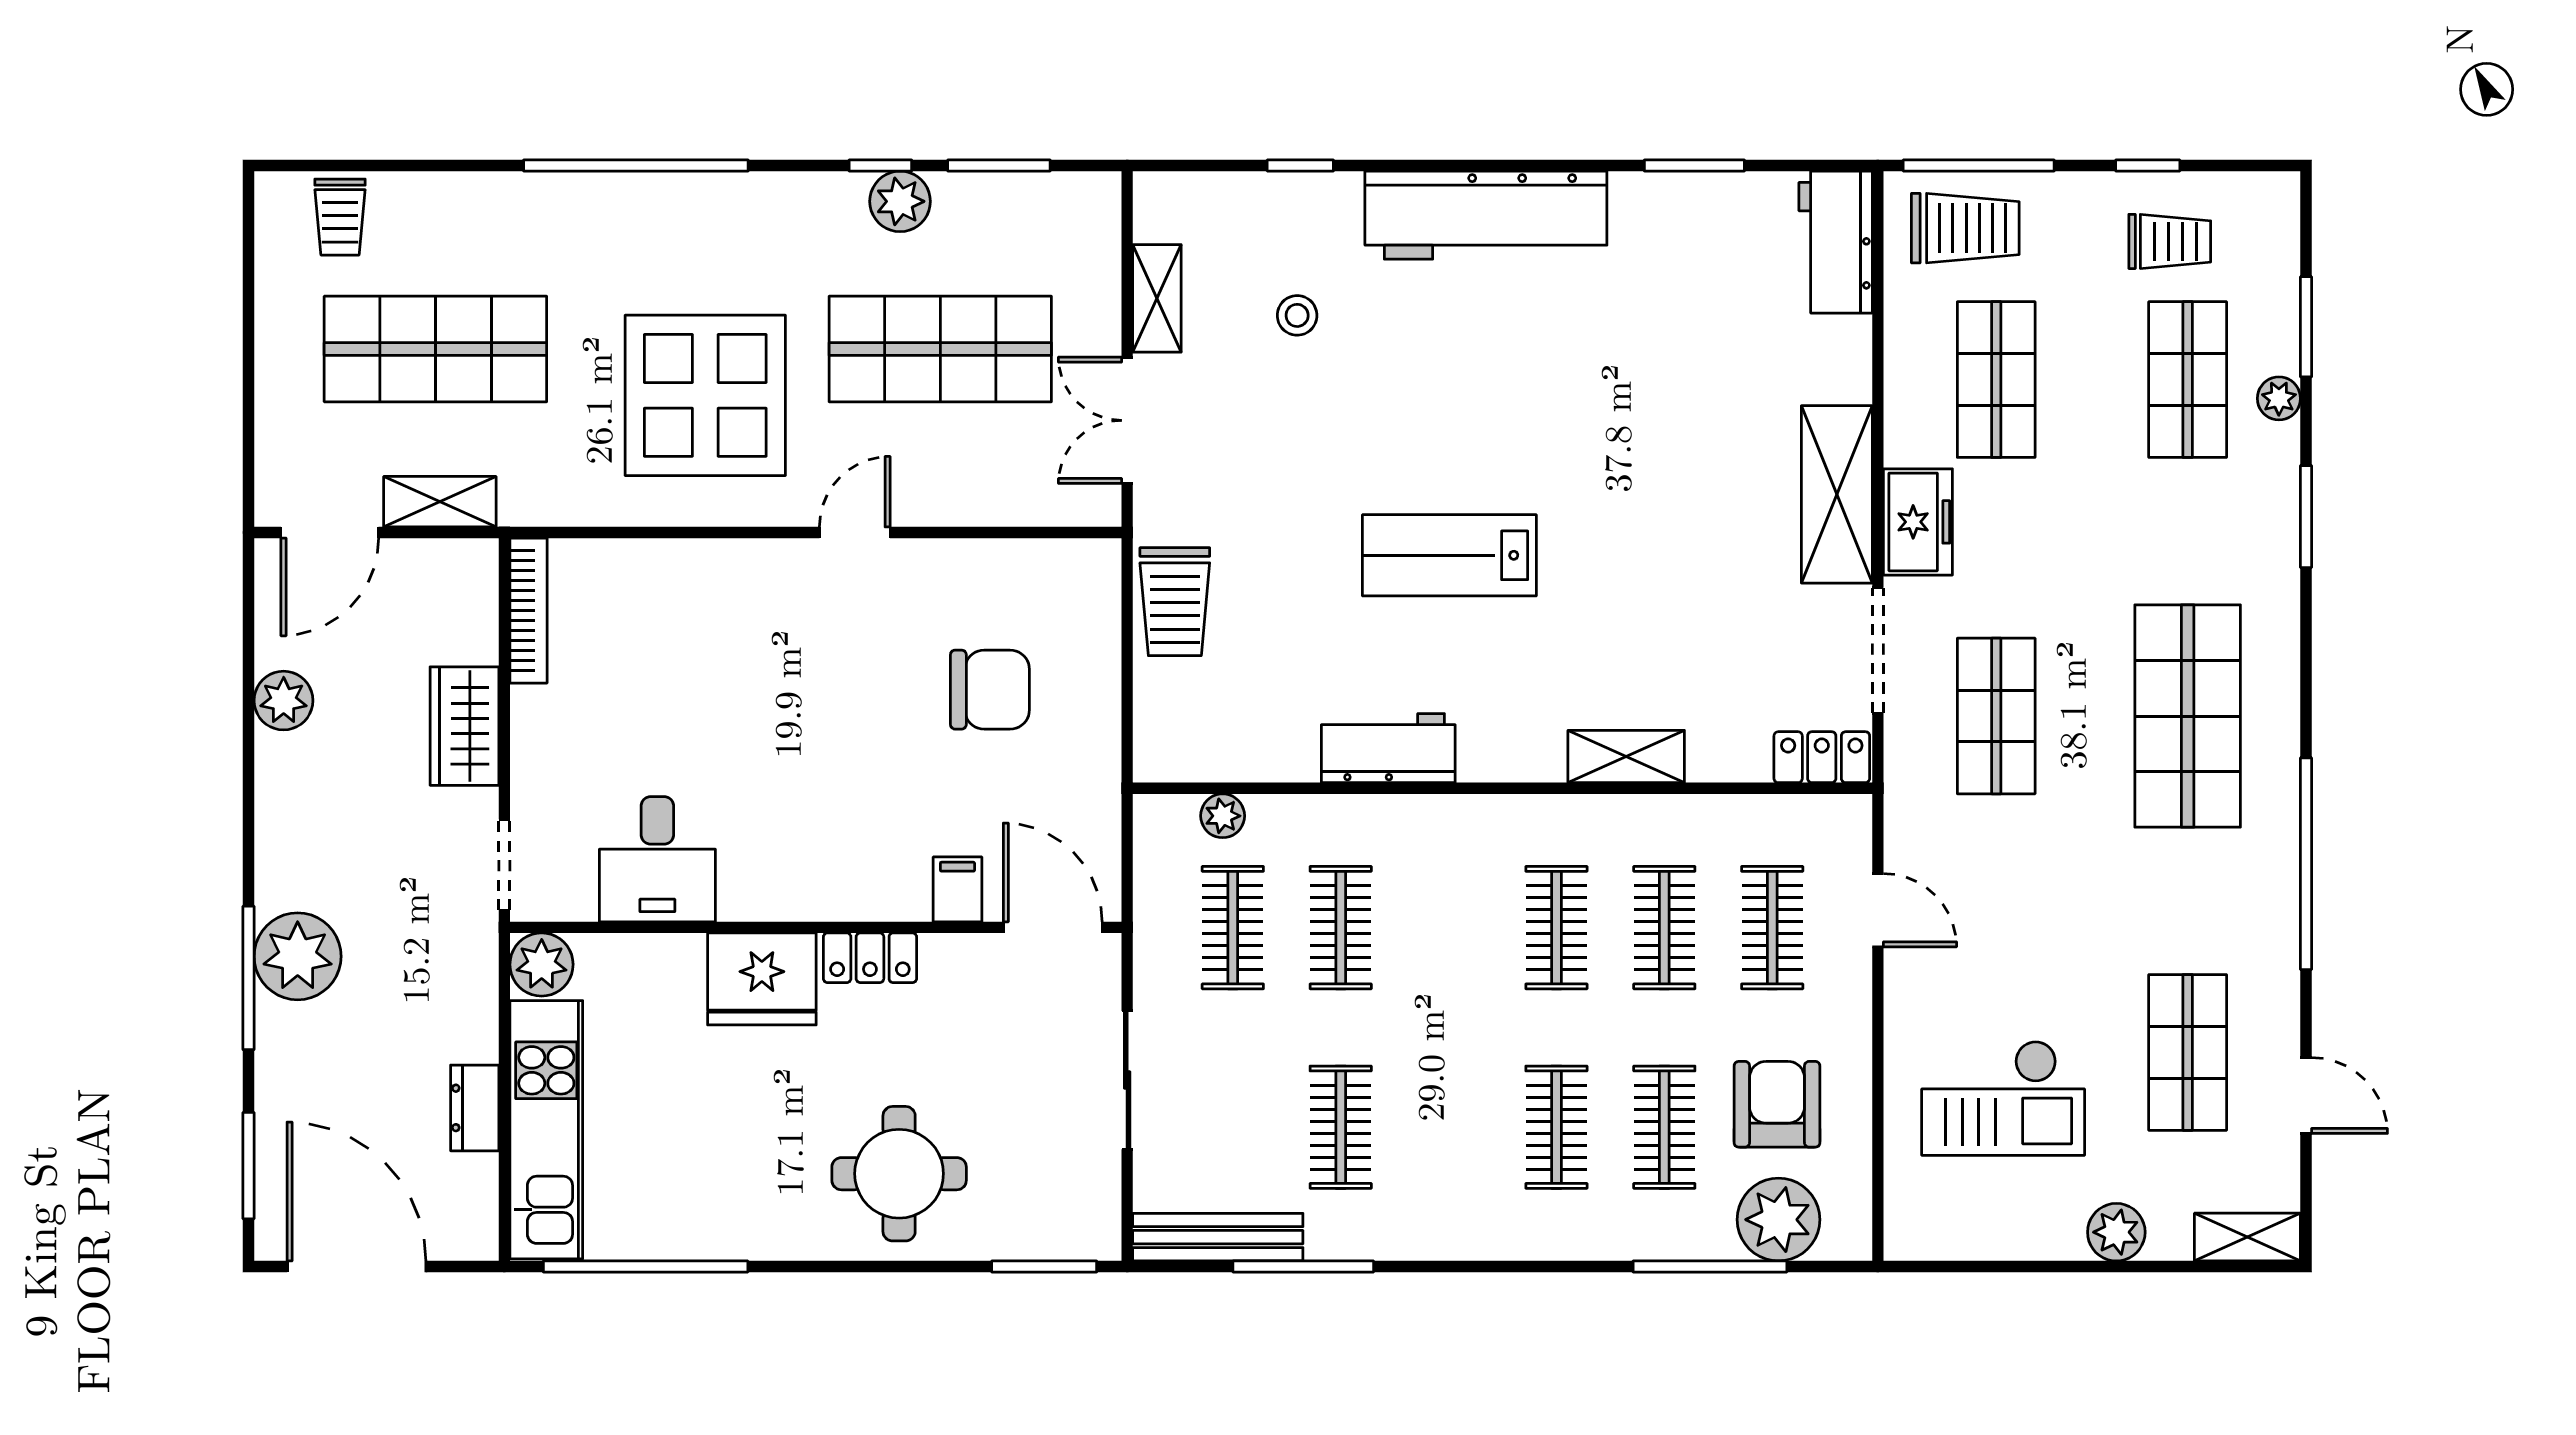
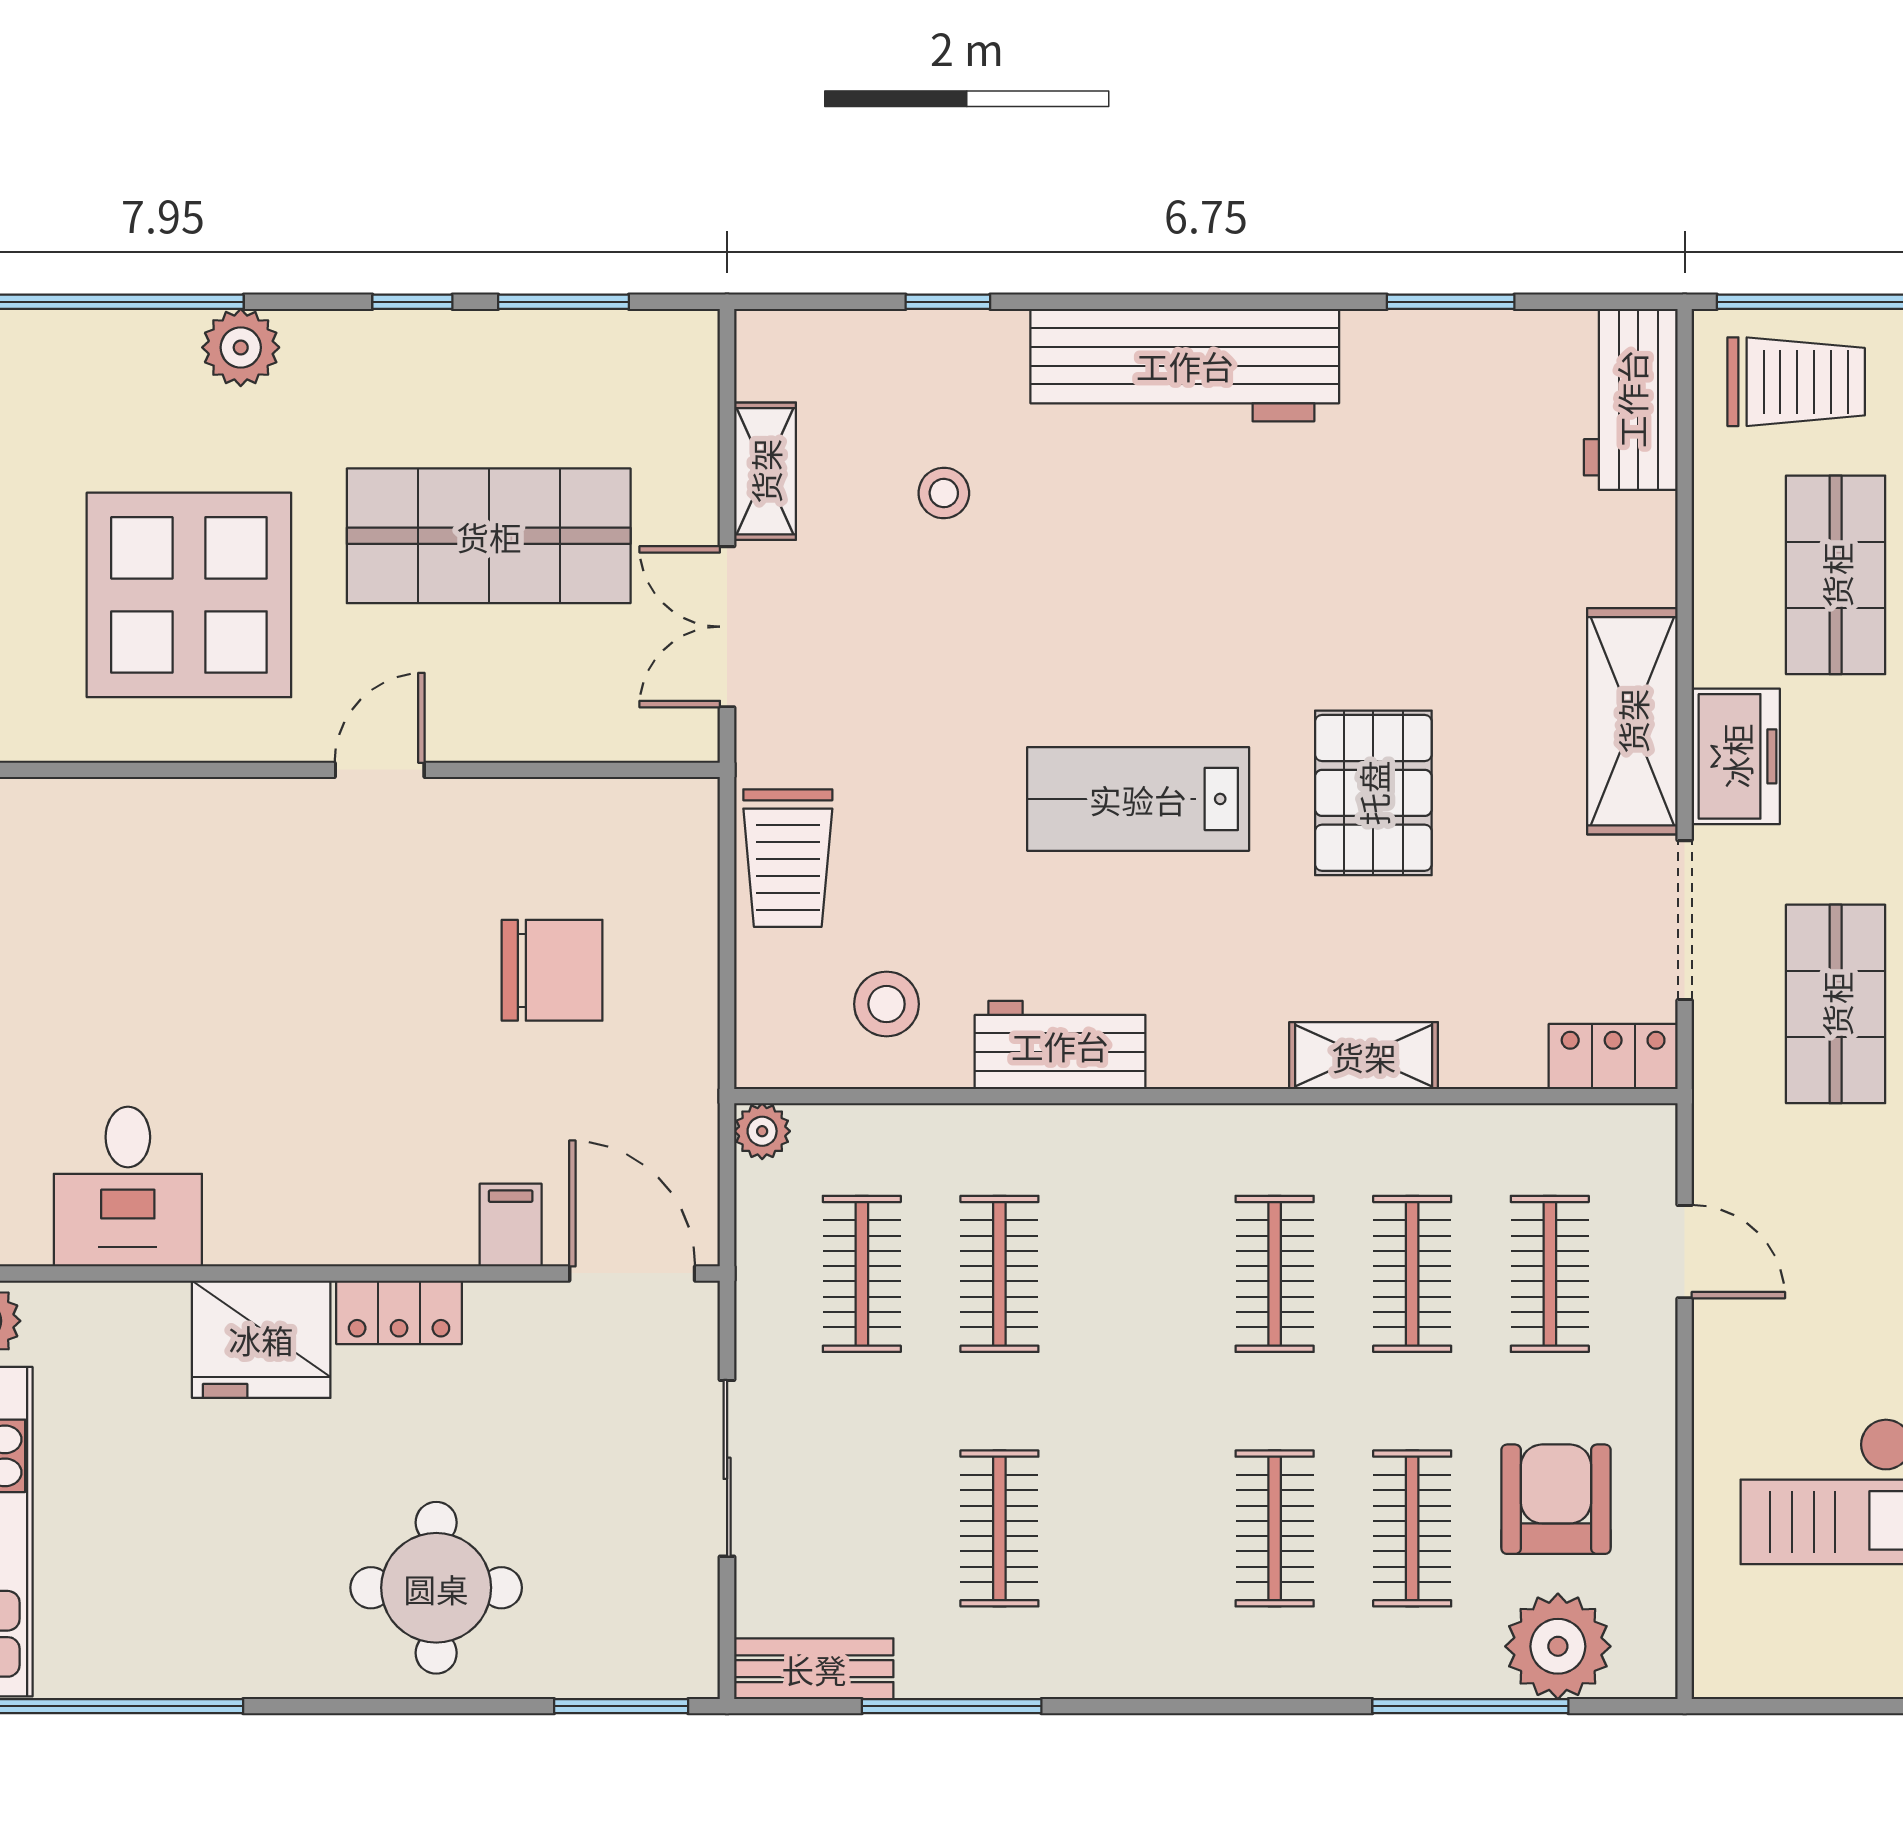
plant: (900, 201) -> (241, 347), moved
pallet: (1634, 551) -> (1373, 793), added
stool: (1252, 716) -> (887, 1004), added
plant: (1223, 816) -> (762, 1131), moved
bench: (1218, 1237) -> (814, 1669), width x0.73

